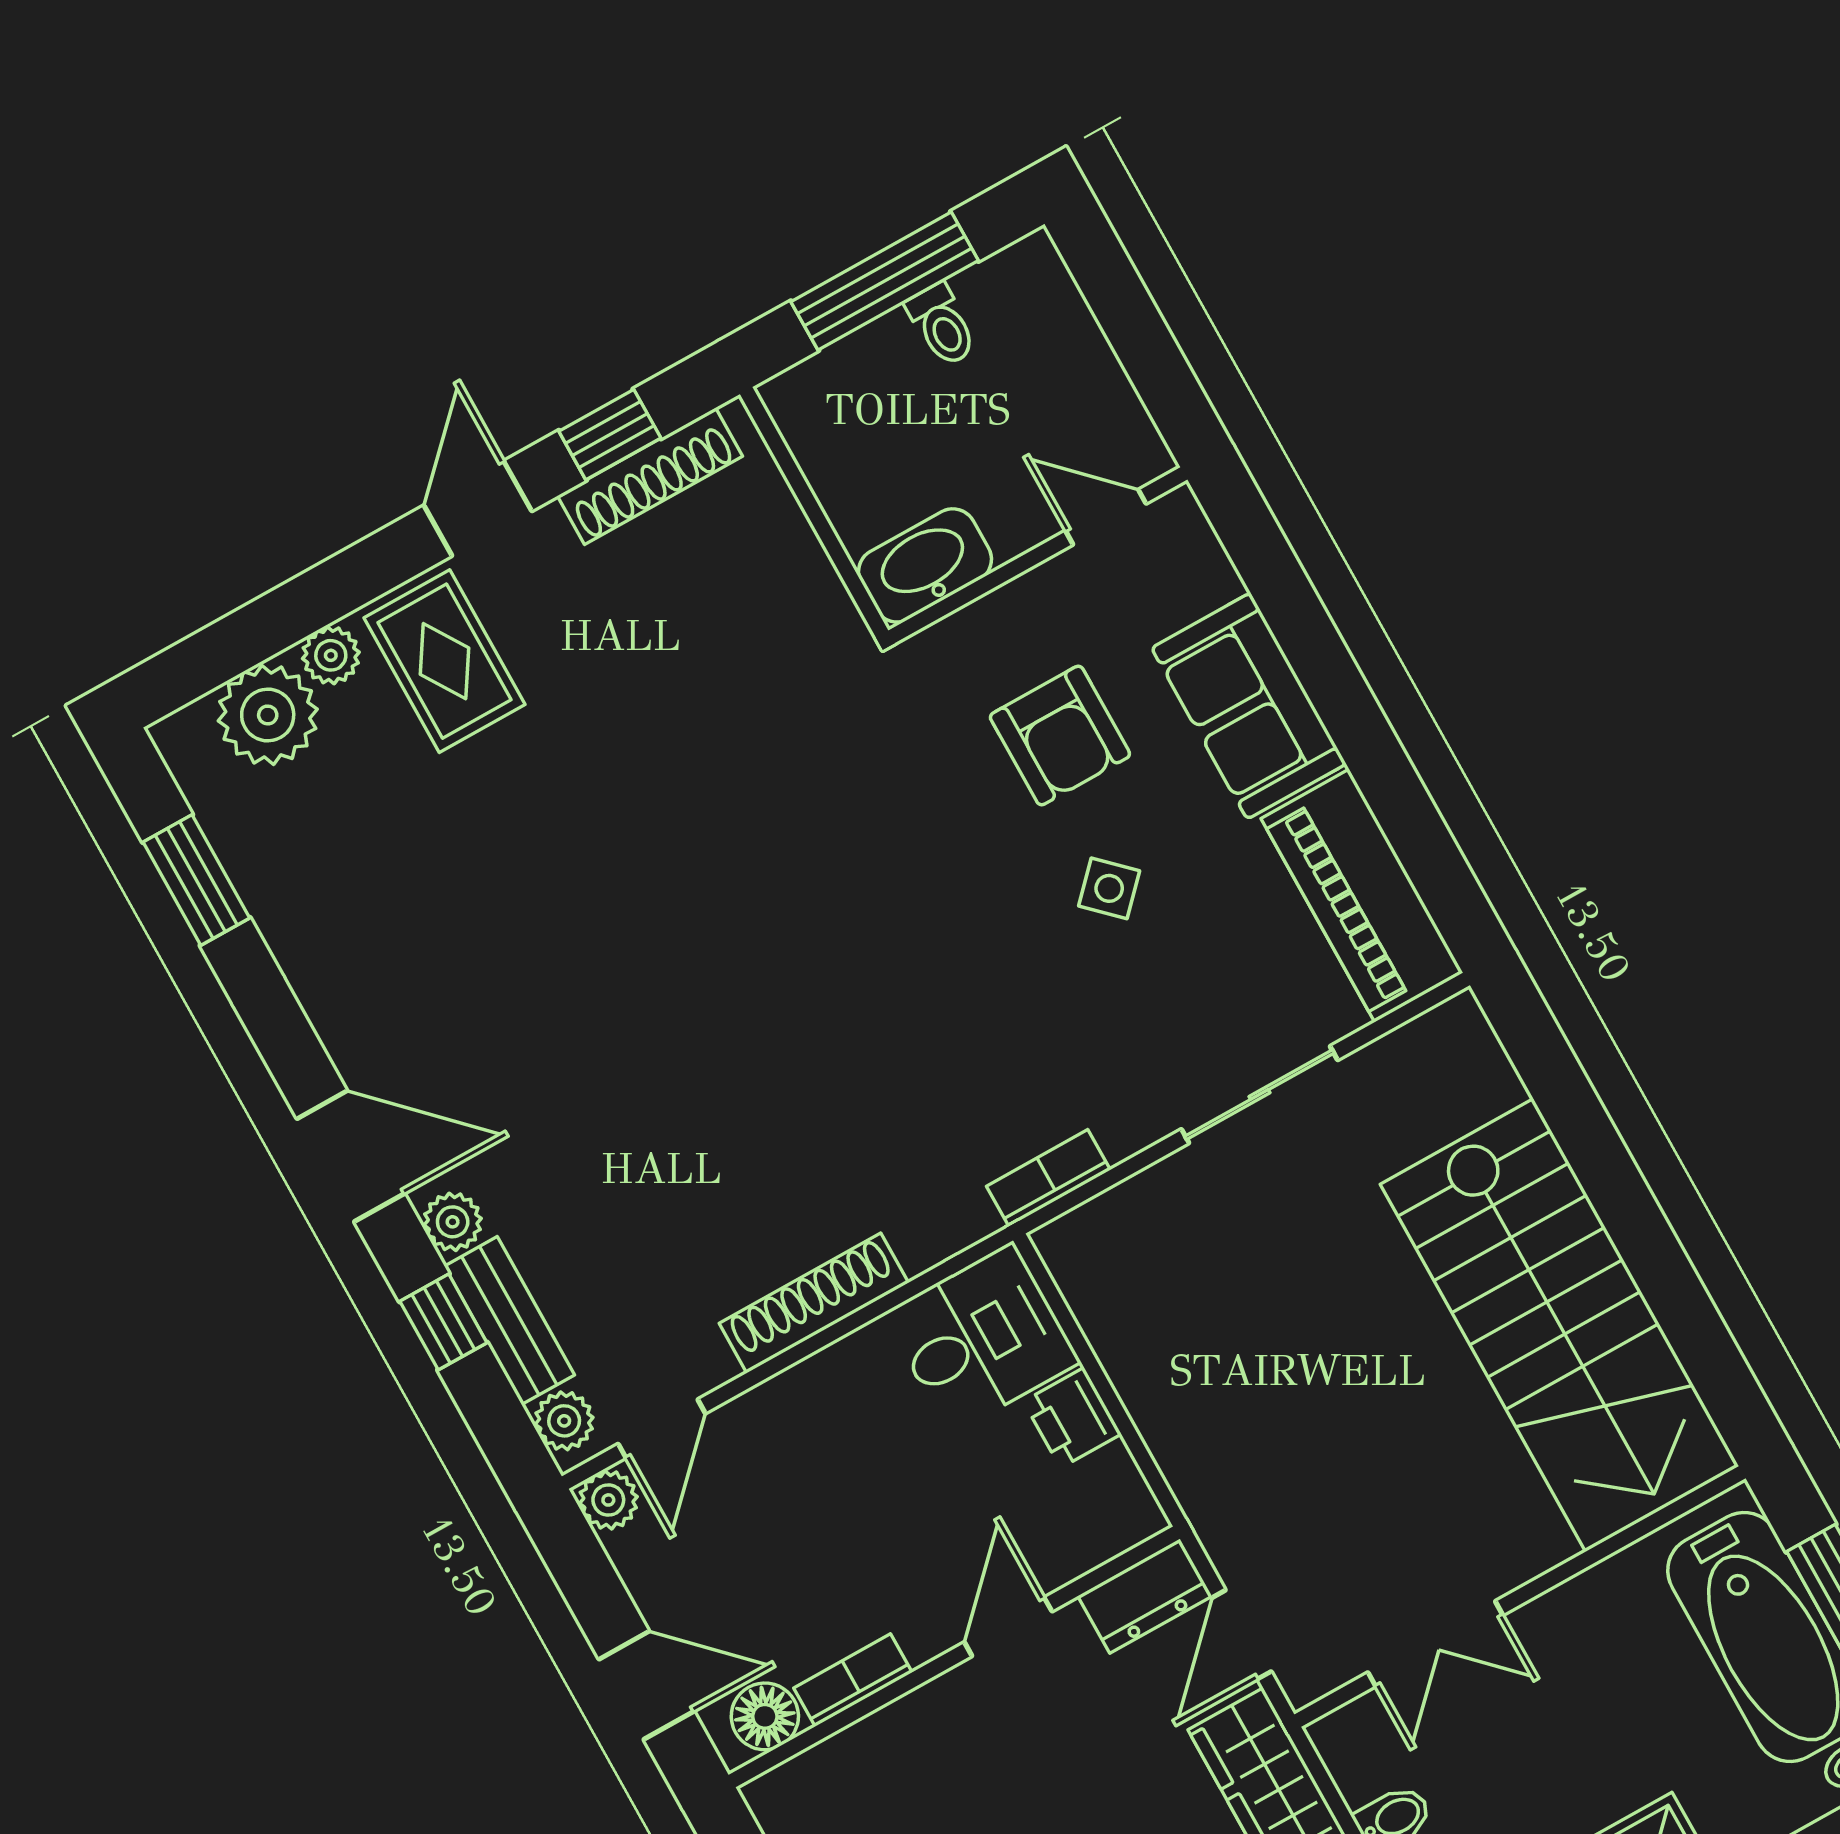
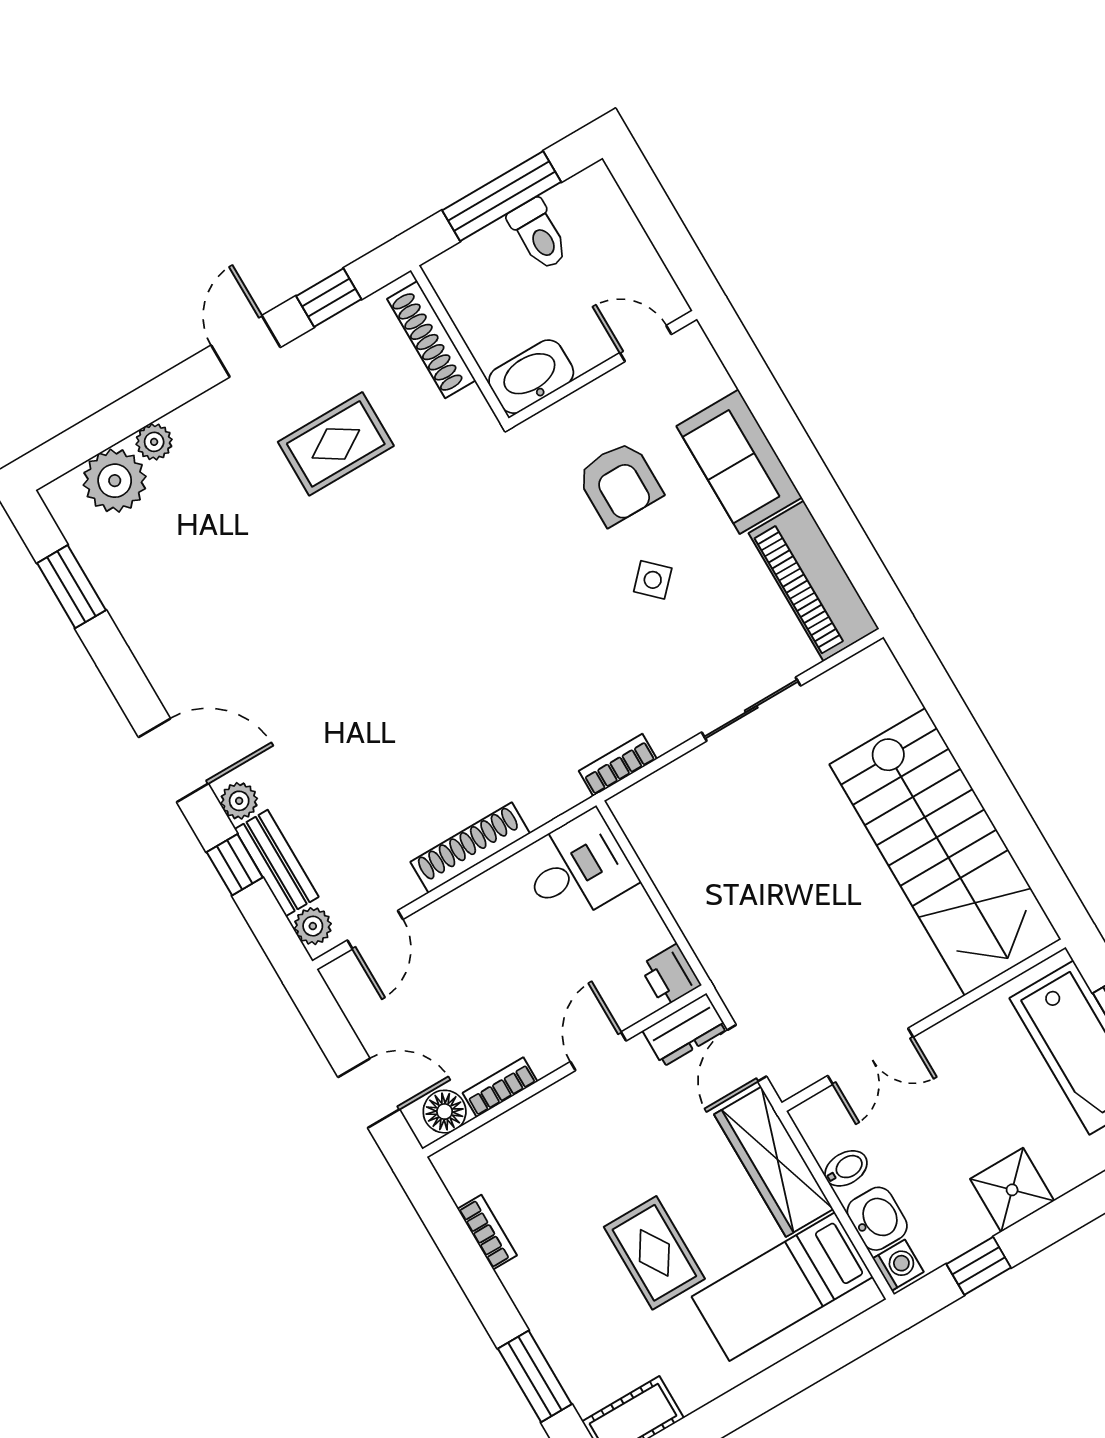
toilet: (942, 325) -> (539, 234), width x1.37, depth x1.39
shoe rack: (650, 476) -> (431, 340), moved, turned 90
rug: (445, 661) -> (336, 444), moved, turned 90
printer: (1072, 1418) -> (670, 975), moved
plant: (608, 1500) -> (342, 976), removed

